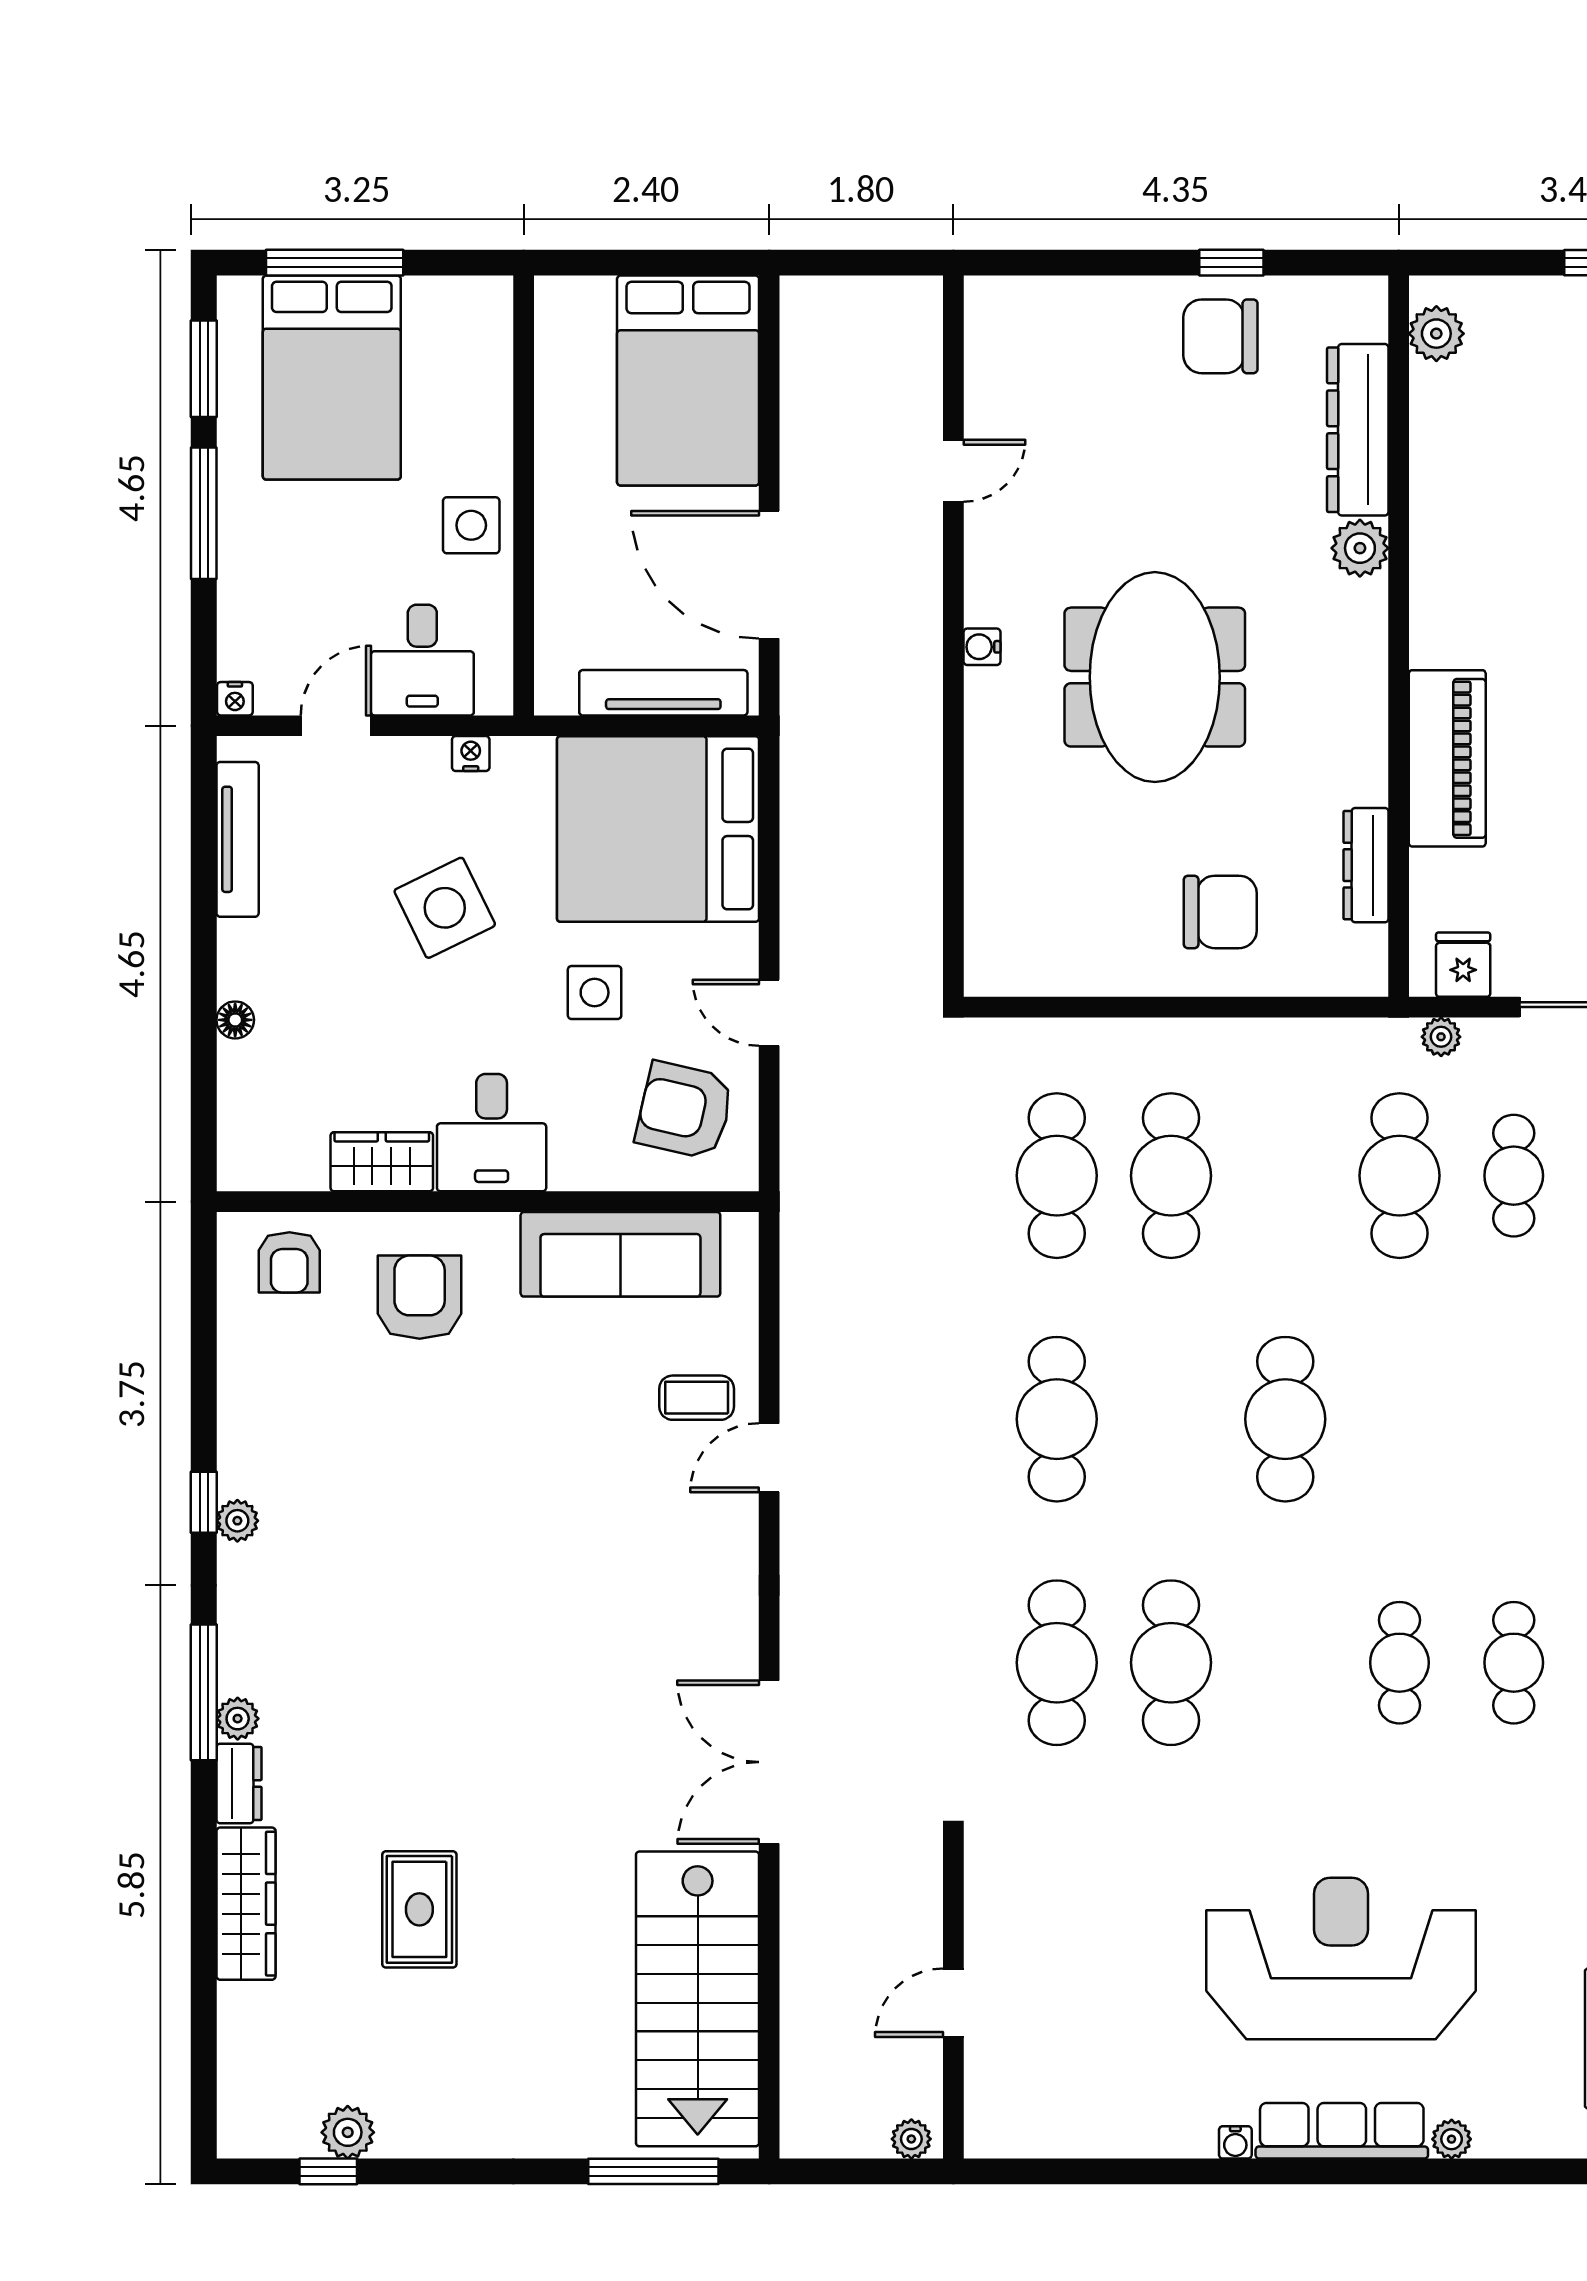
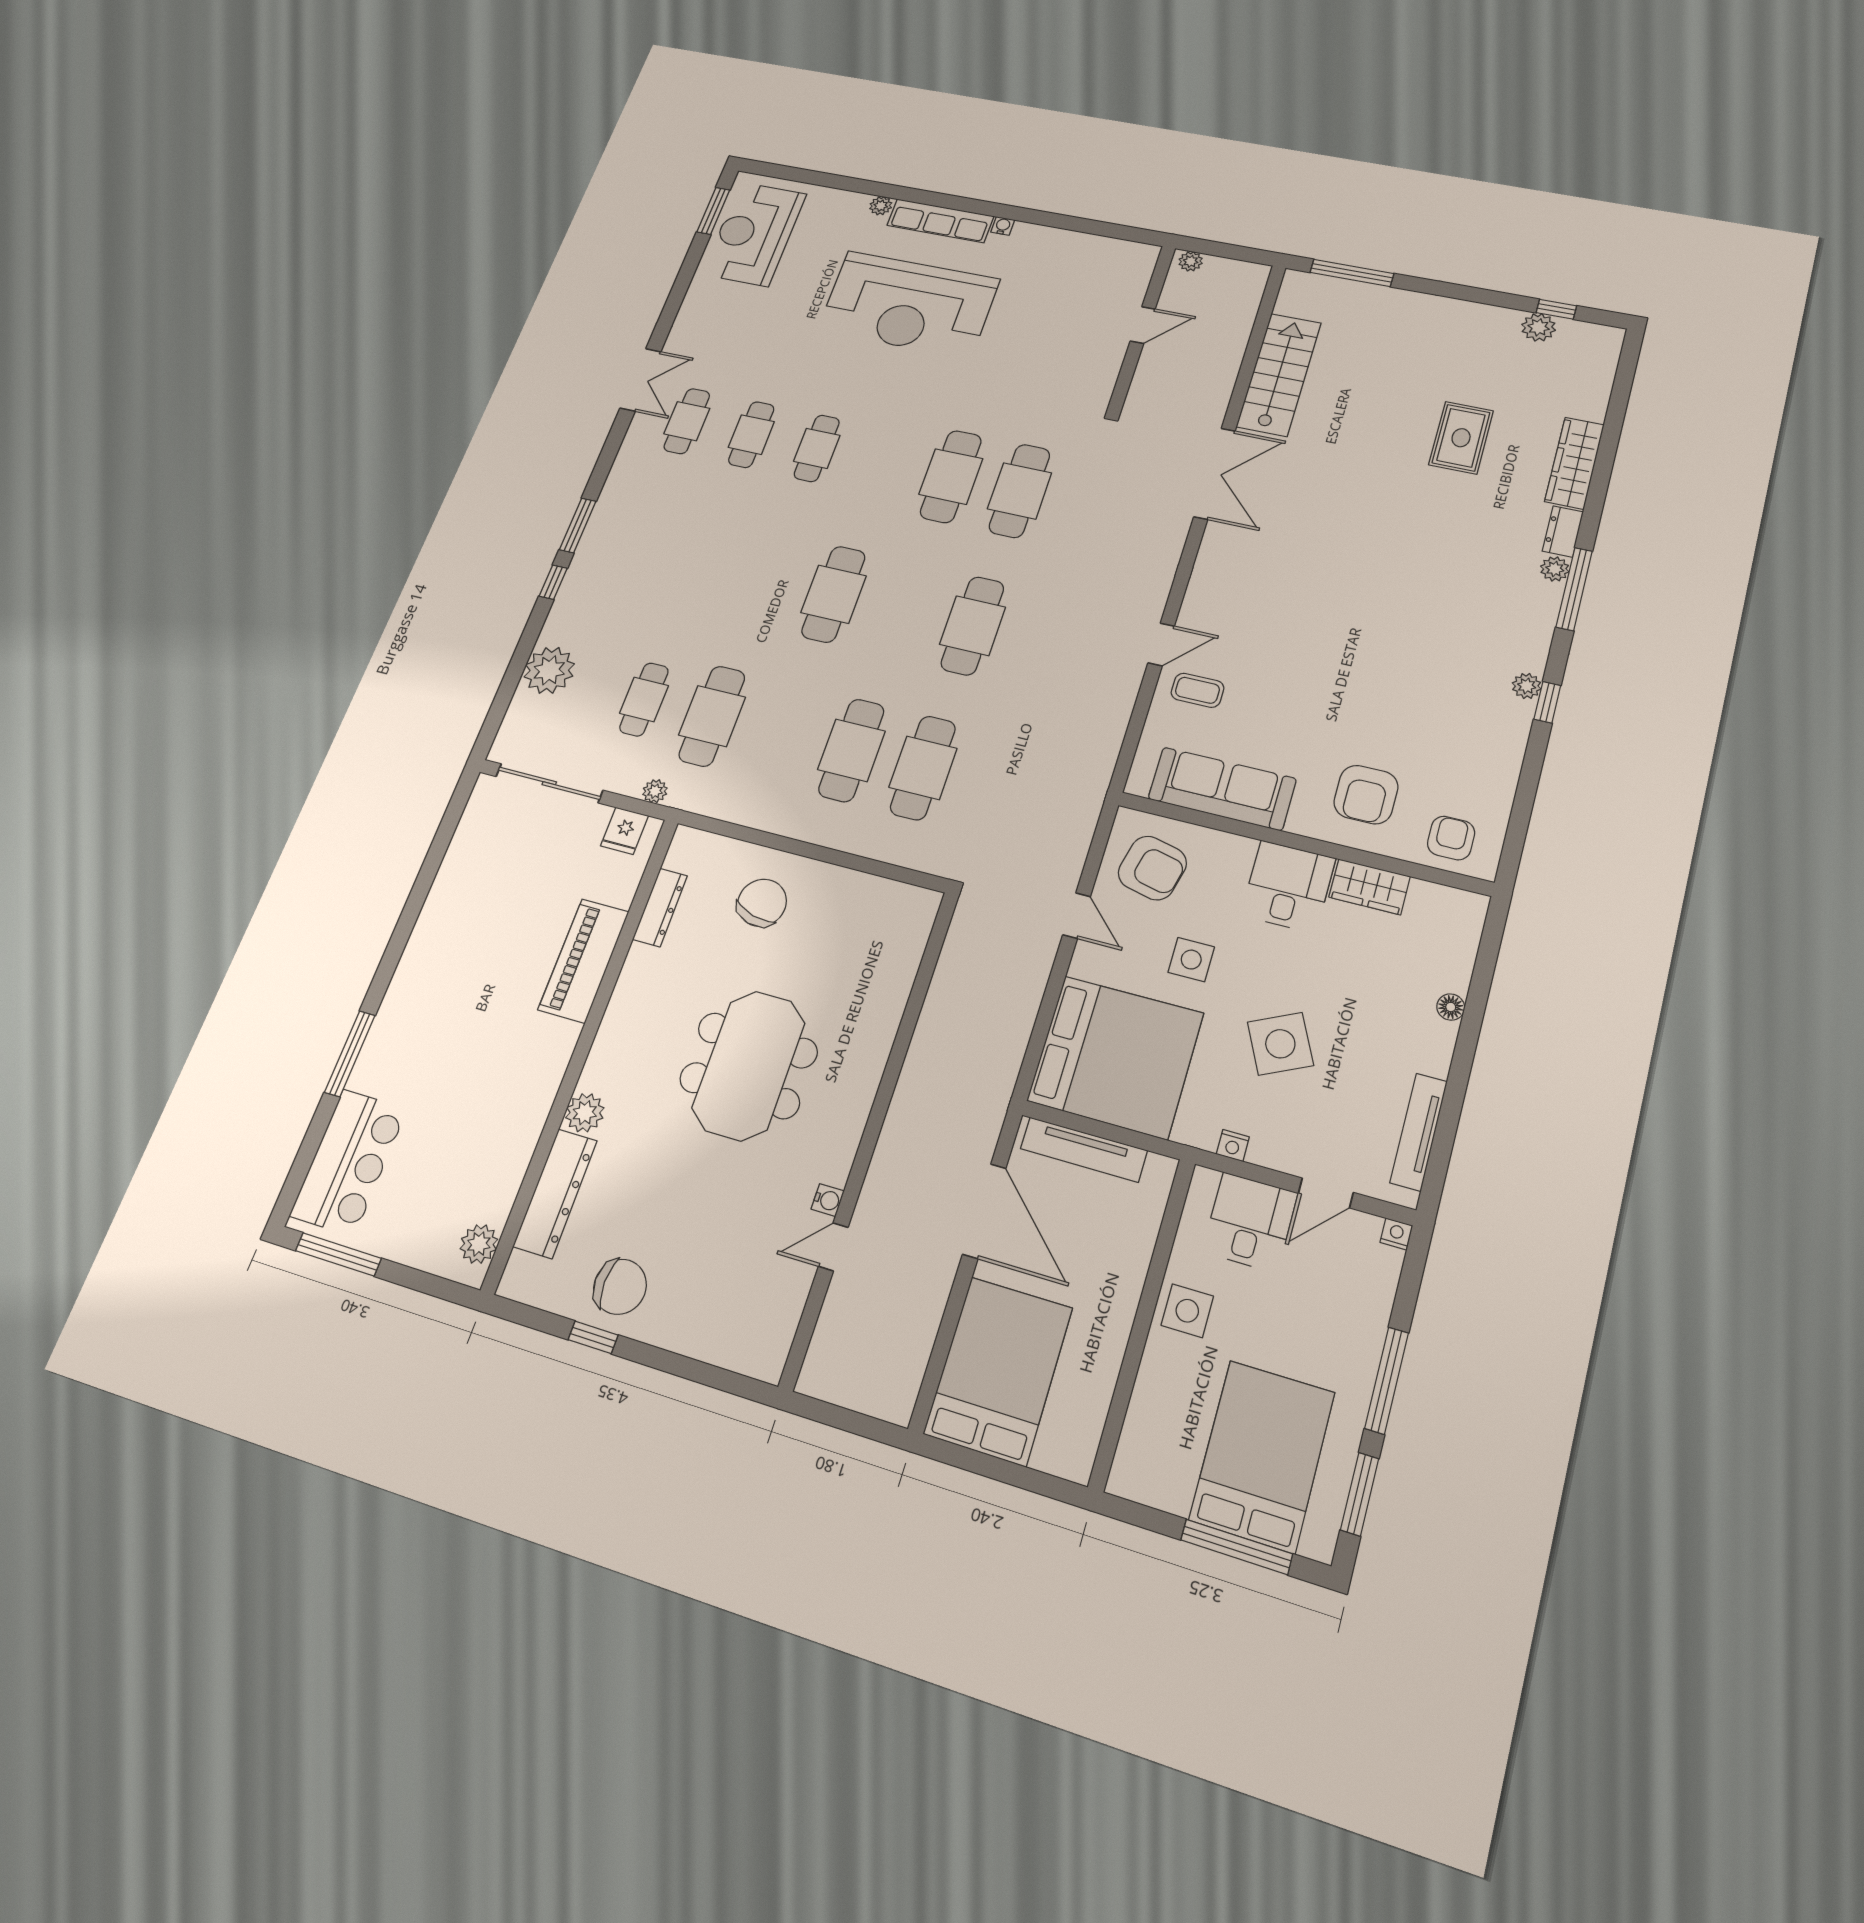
water cooler: (982, 647) -> (828, 1200), moved
chair: (1220, 912) -> (762, 903), turned 105
stairs: (698, 1999) -> (1279, 374), width x0.73, depth x0.66

